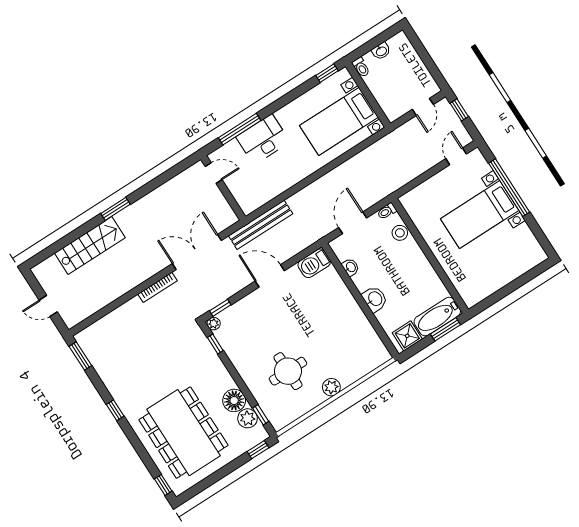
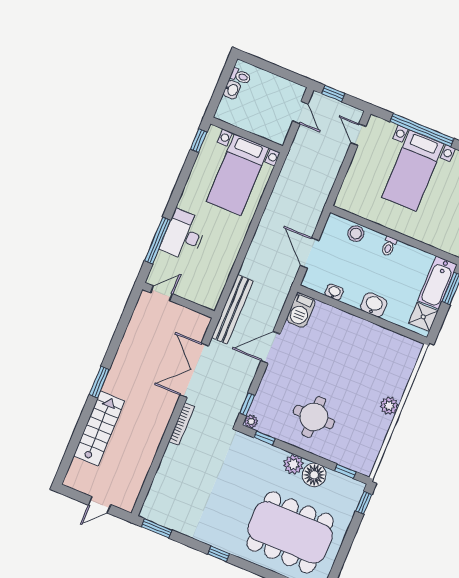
toilet: (361, 67) -> (240, 76), moved
toilet: (387, 211) -> (389, 246), moved
round table: (288, 371) -> (314, 417), moved
plant: (248, 418) -> (293, 464), moved

